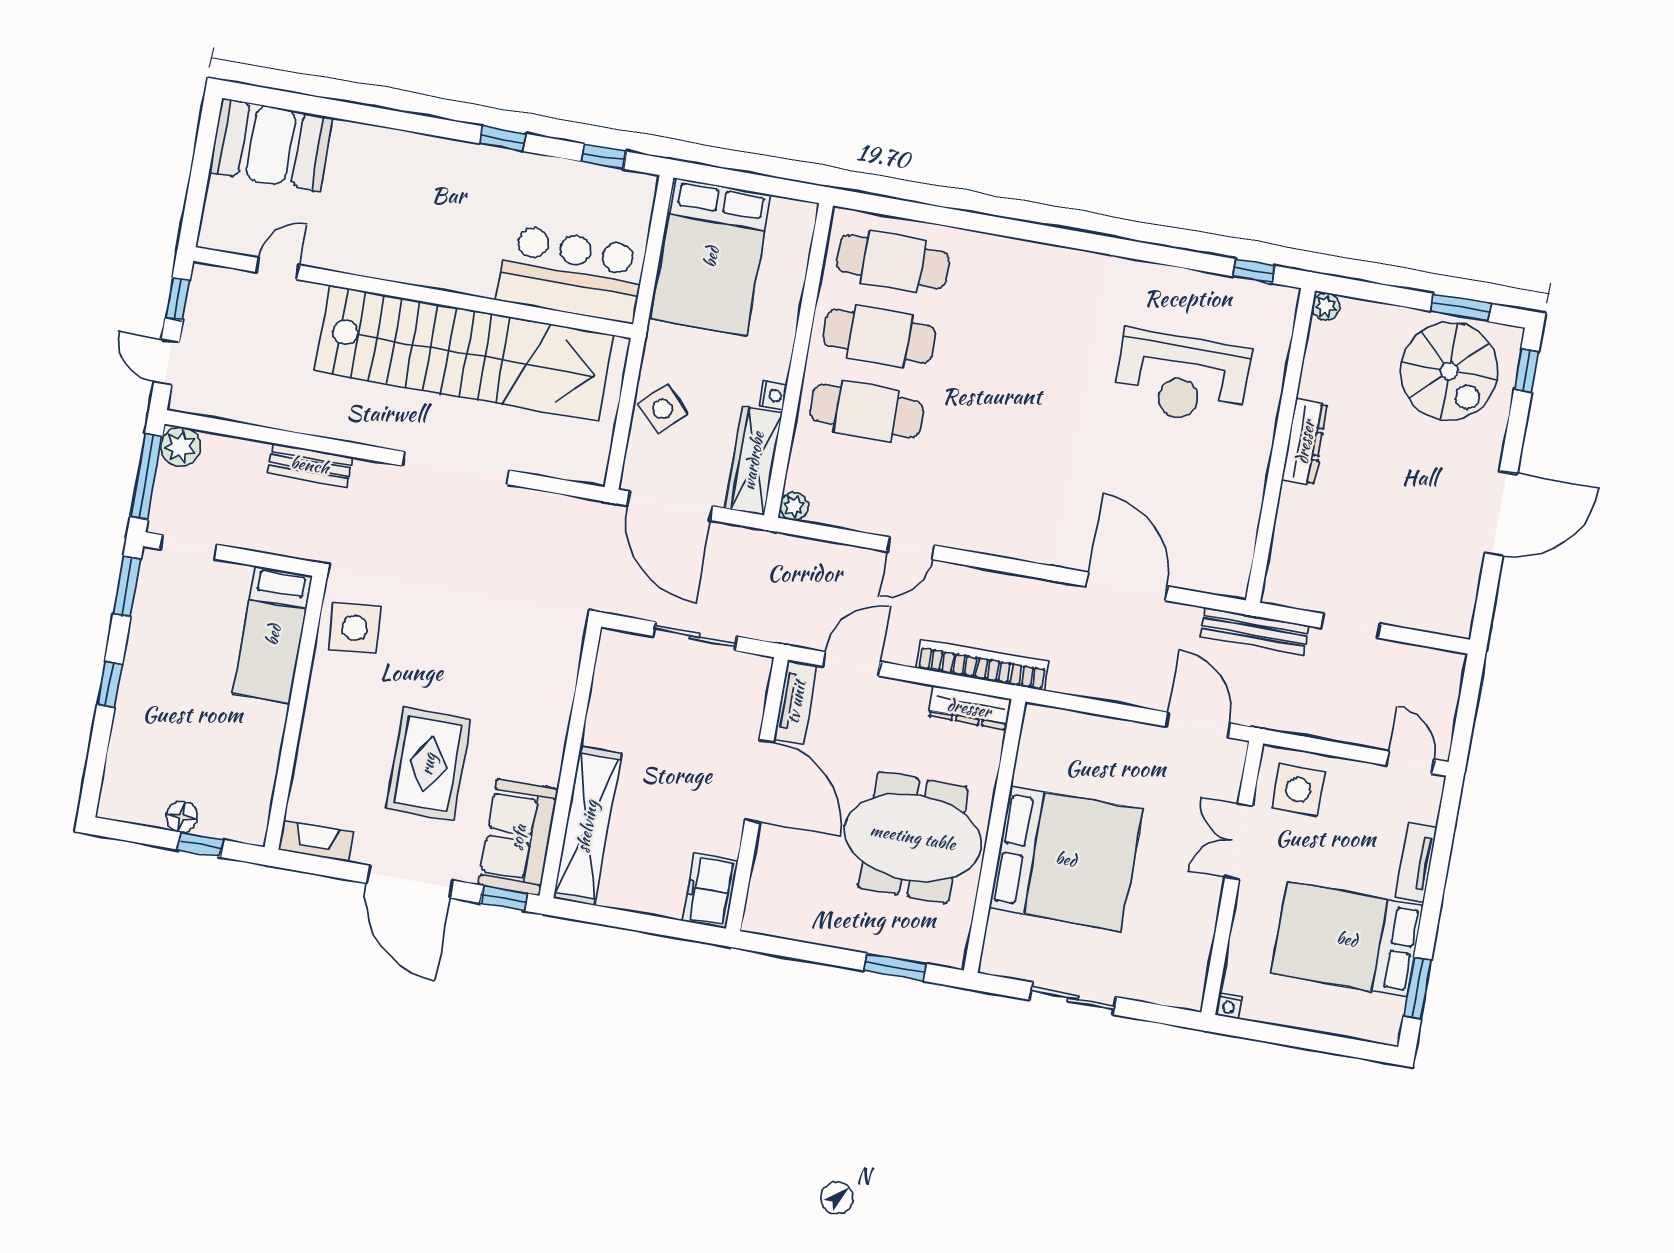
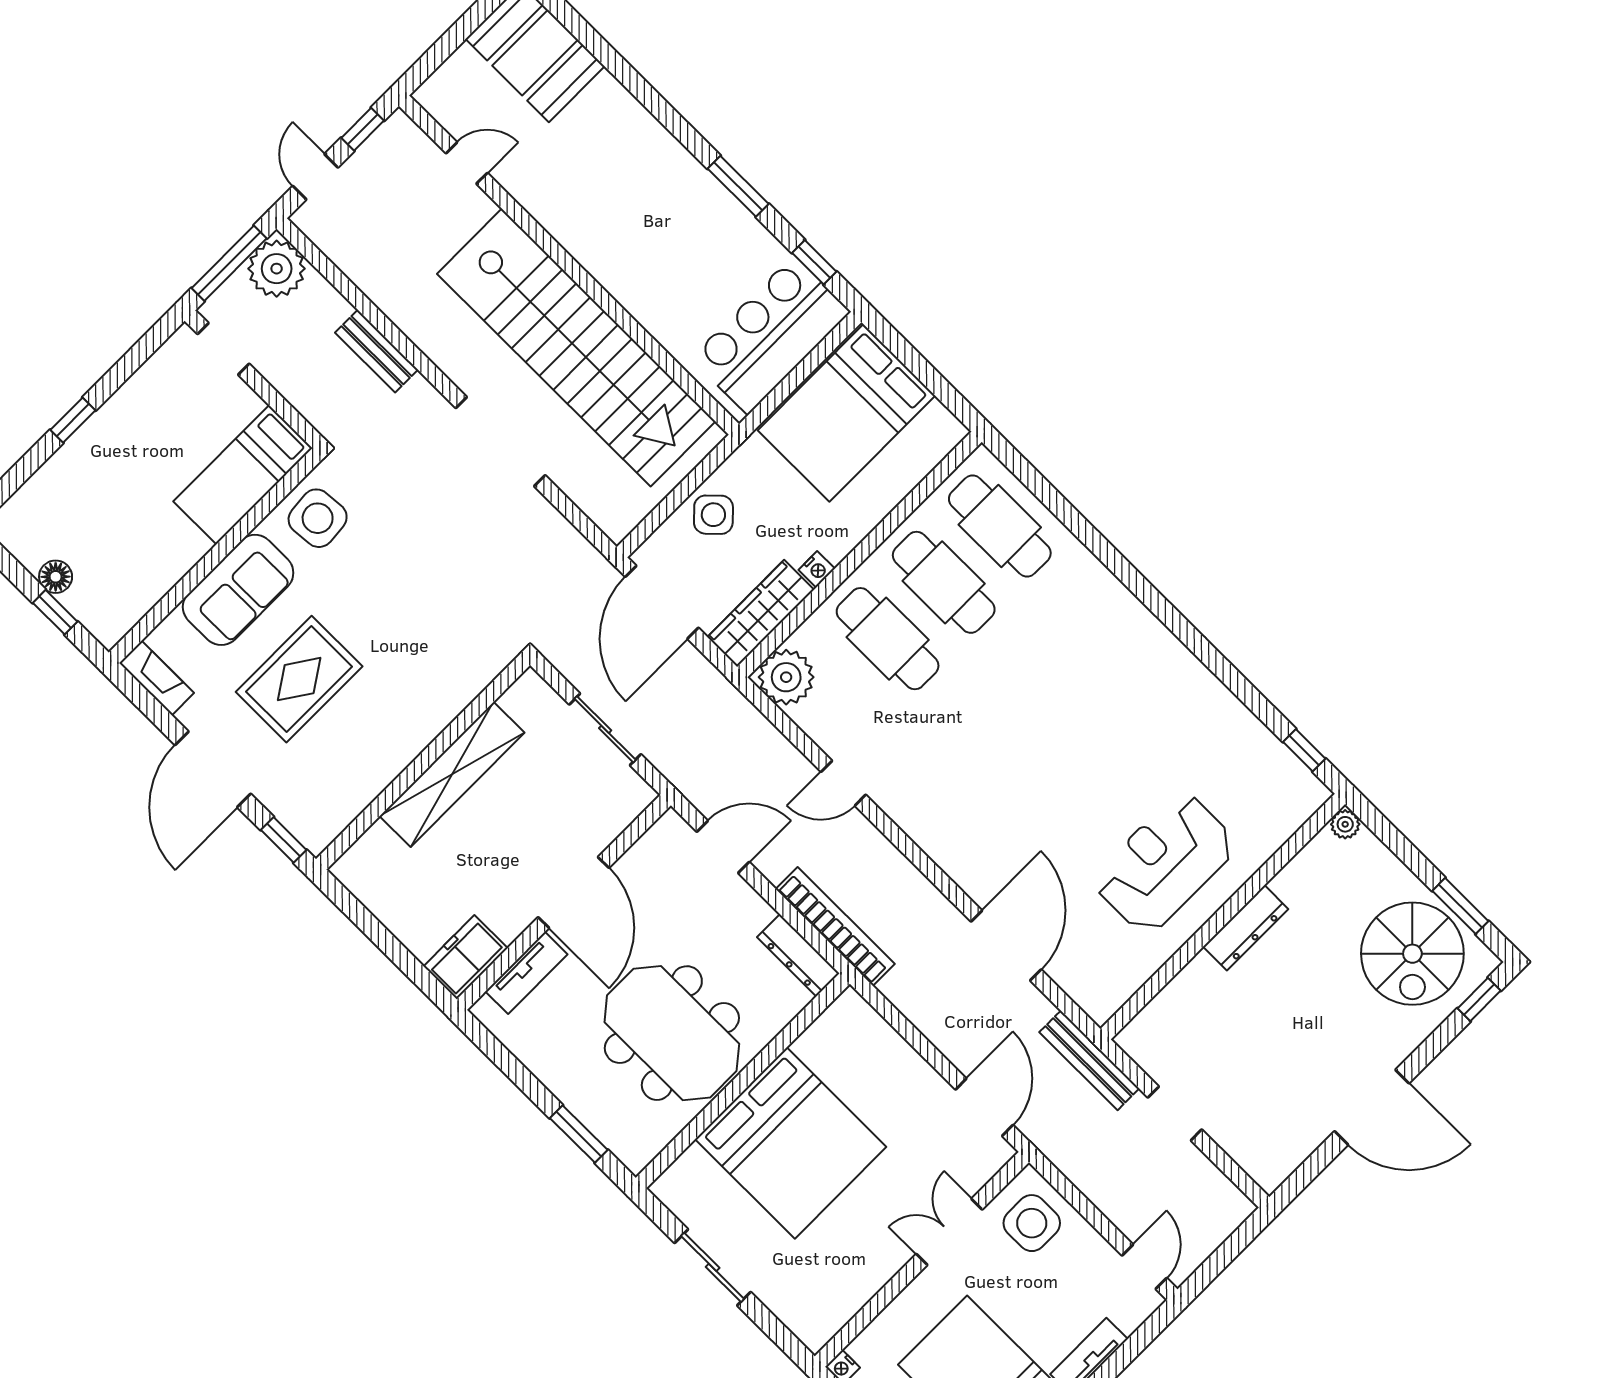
window: (503, 139) -> (738, 186), width x1.50
bar counter: (571, 274) -> (771, 335), moved, turned -90
reception desk: (1182, 378) -> (1165, 863), moved, turned 90
plant: (181, 447) -> (277, 269), width x1.36, depth x1.36
plant: (794, 506) -> (786, 677), width x1.87, depth x1.87
window: (127, 586) -> (147, 346), removed
tv unit: (796, 702) -> (526, 973), moved
shelving: (587, 826) -> (452, 774), moved
sofa: (518, 837) -> (238, 590), moved, turned 180

